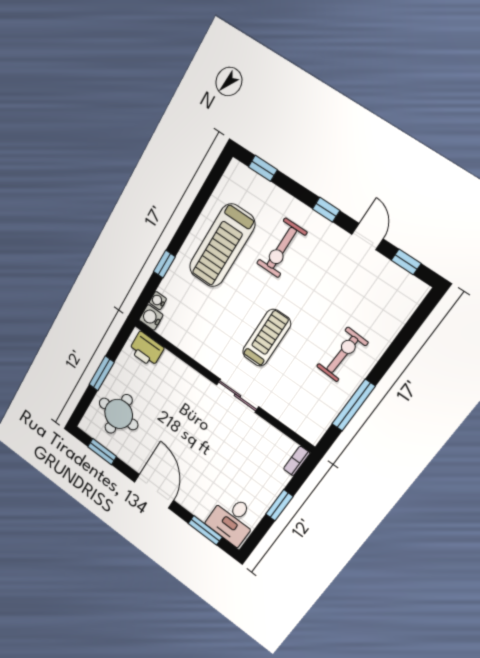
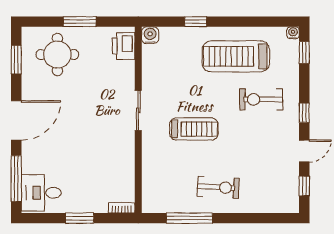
water cooler: (158, 301) -> (293, 33), moved
sliding door: (238, 396) -> (138, 110), moved
window: (205, 530) -> (16, 179), width x1.44

